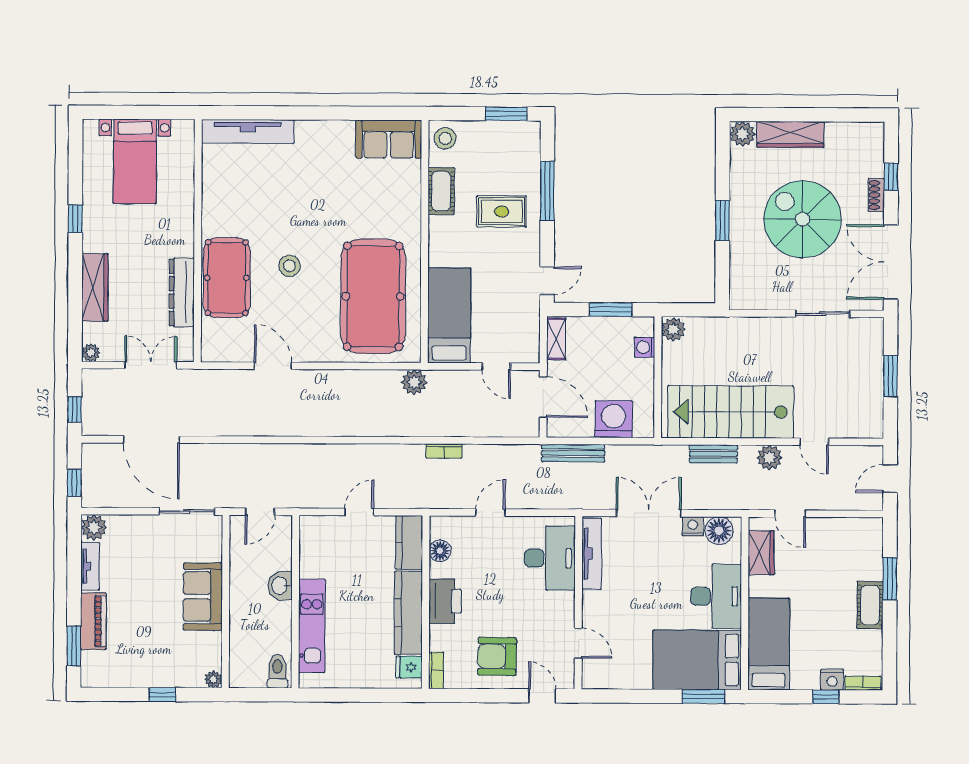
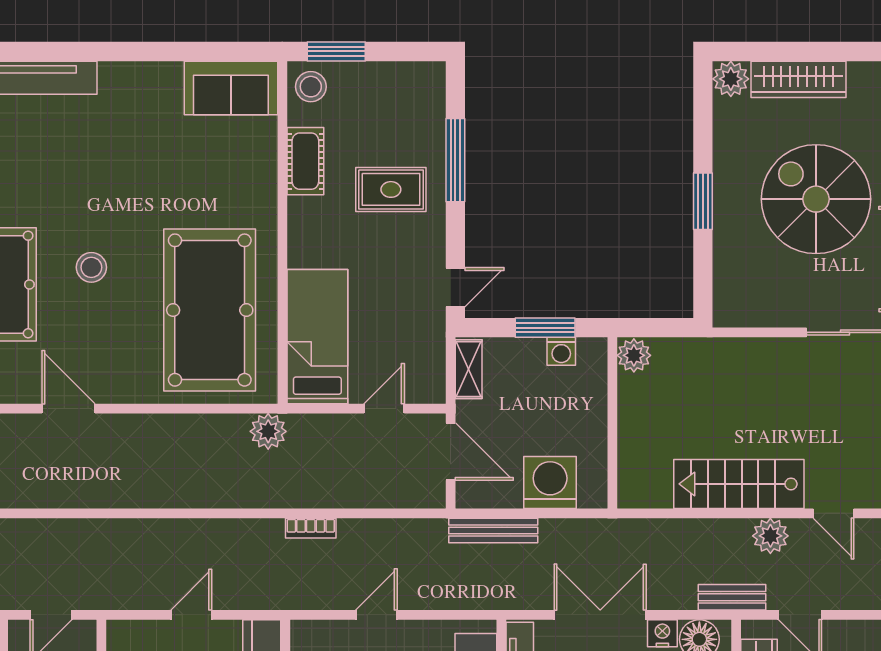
window: (506, 114) -> (336, 51), moved
washing machine: (645, 347) -> (561, 351), moved, turned -90
door: (496, 366) -> (384, 409), swing flipped
stairs: (731, 412) -> (739, 484), width x0.73, depth x0.66
bench: (713, 454) -> (732, 597), moved

